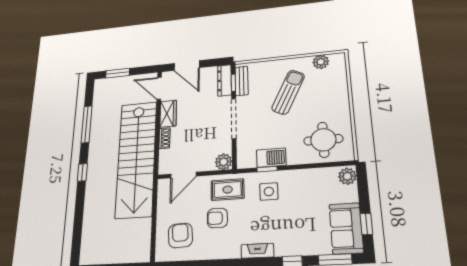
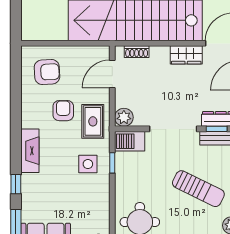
shoe rack: (165, 138) -> (137, 52), moved
barbecue: (271, 158) -> (130, 141), moved, turned 90
door: (183, 175) -> (112, 74), hinge flipped
fireplace: (257, 251) -> (30, 151), width x1.37, depth x1.32

